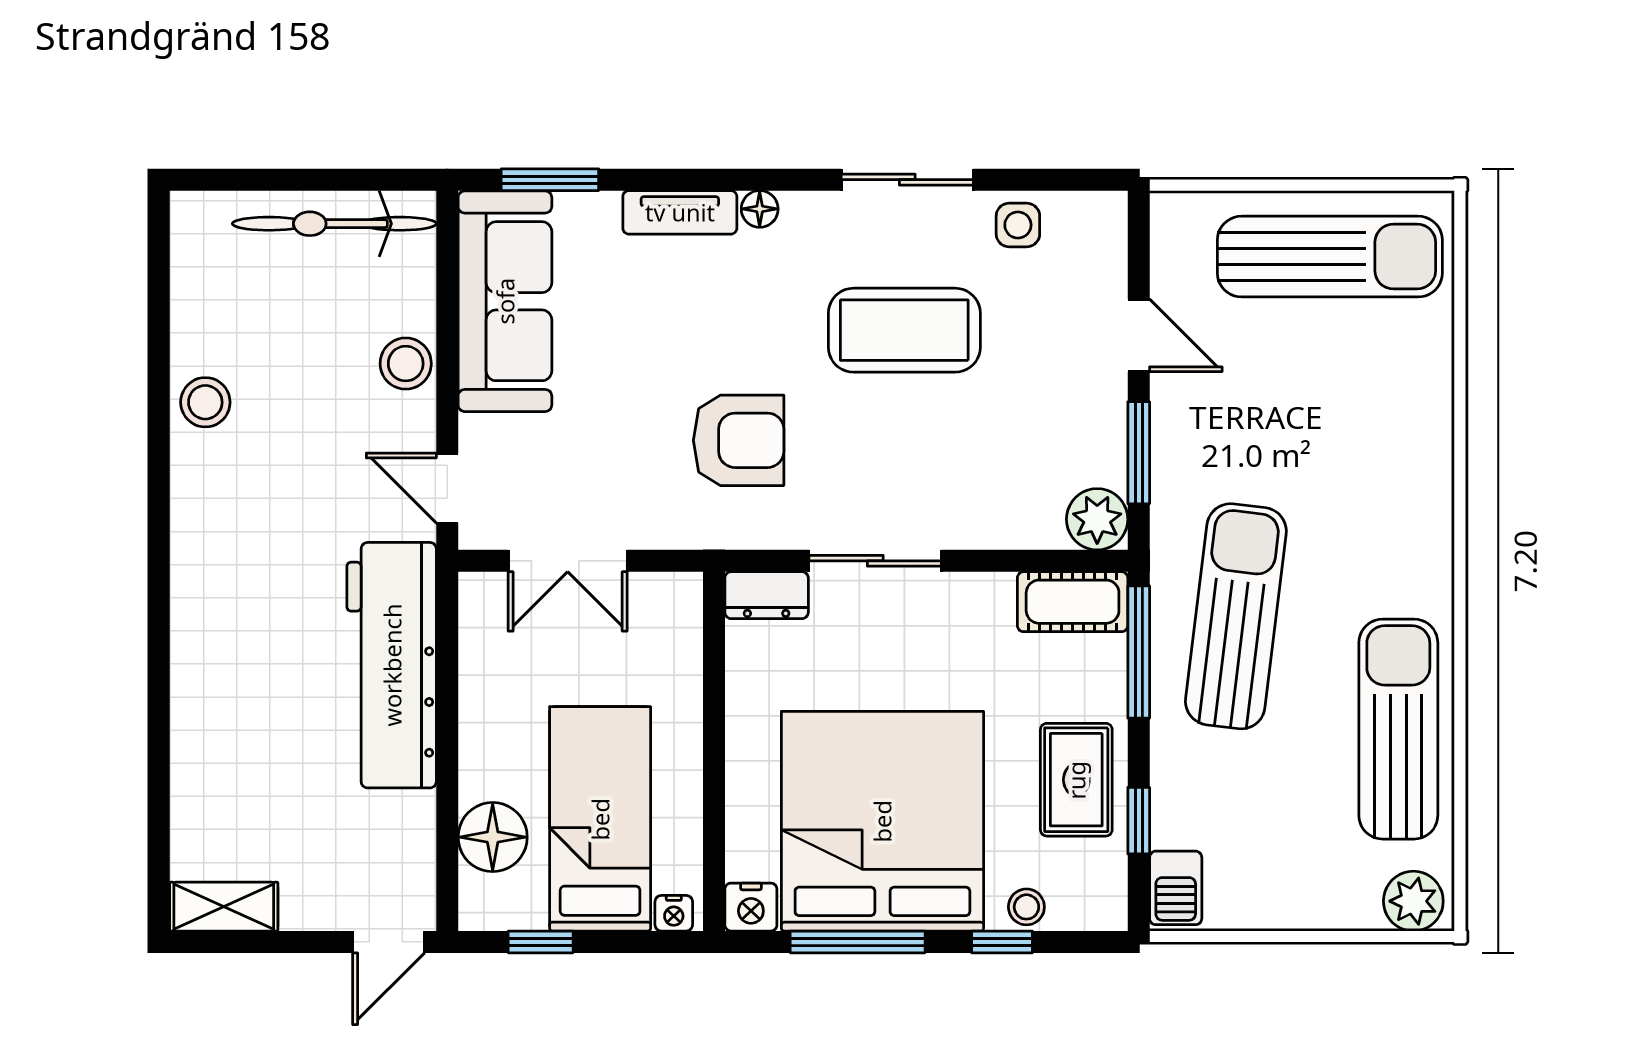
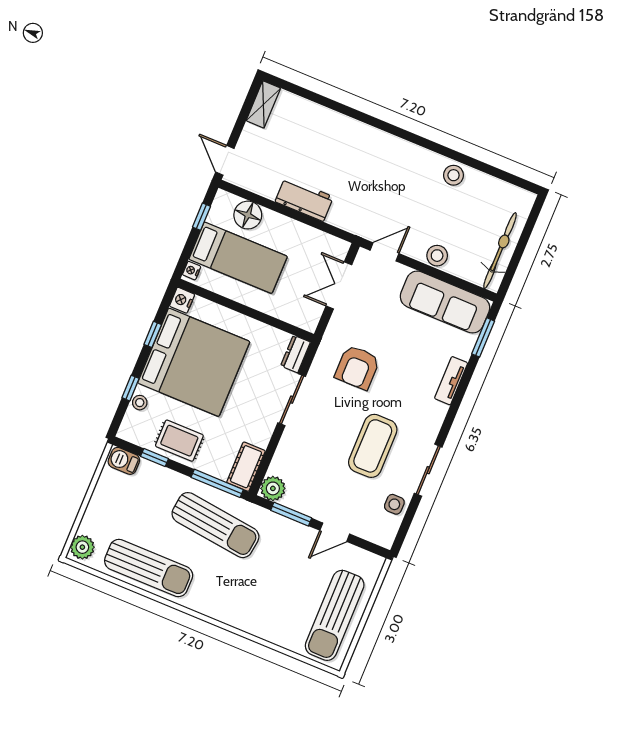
floor lamp: (760, 209) -> (440, 411), removed
workbench: (392, 665) -> (304, 199), width x0.53, depth x0.76
window: (858, 942) -> (153, 334), width x0.46

